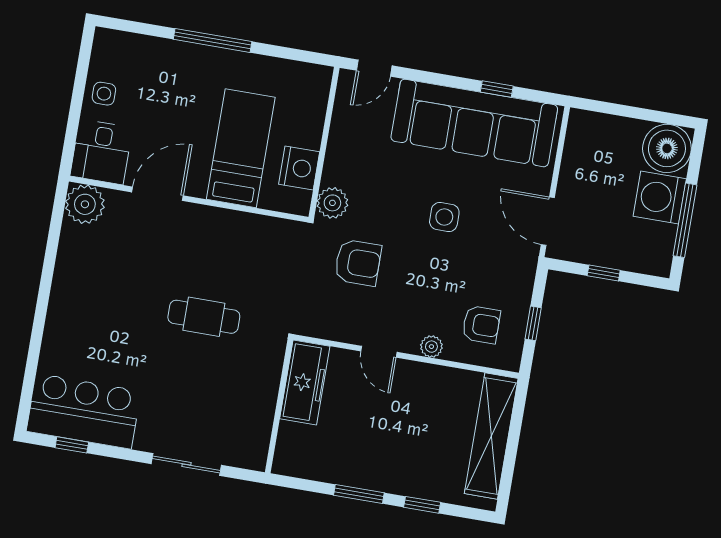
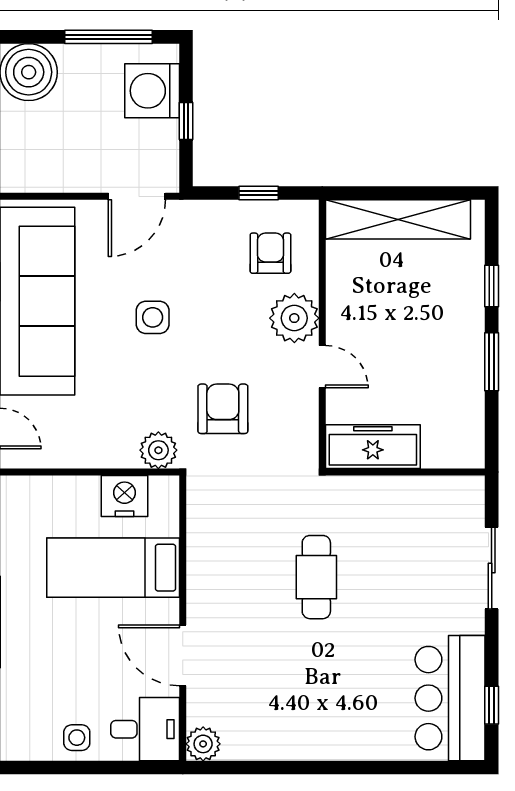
washing machine: (660, 197) -> (152, 91), moved, turned 90
plant: (85, 204) -> (203, 744), width x0.73, depth x0.73
plant: (431, 347) -> (294, 318), width x1.88, depth x1.88
door: (379, 352) -> (322, 367), hinge flipped

